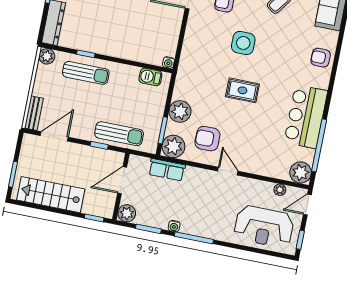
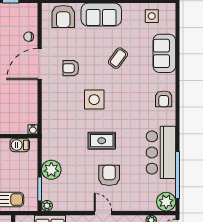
armchair: (321, 58) -> (164, 99), turned -90
armchair: (207, 139) -> (109, 175), moved, turned 90
plant: (173, 146) -> (47, 206), width x0.53, depth x0.53

